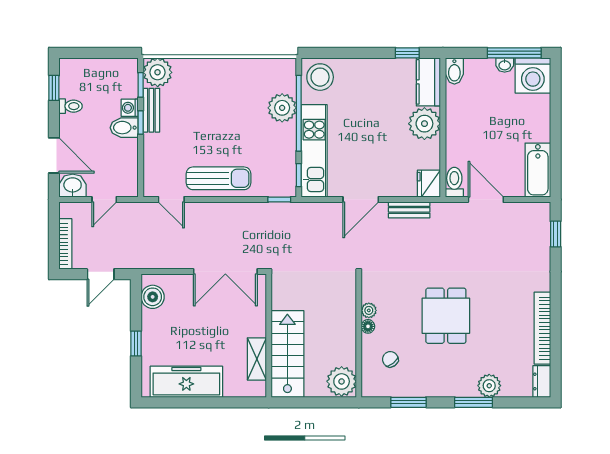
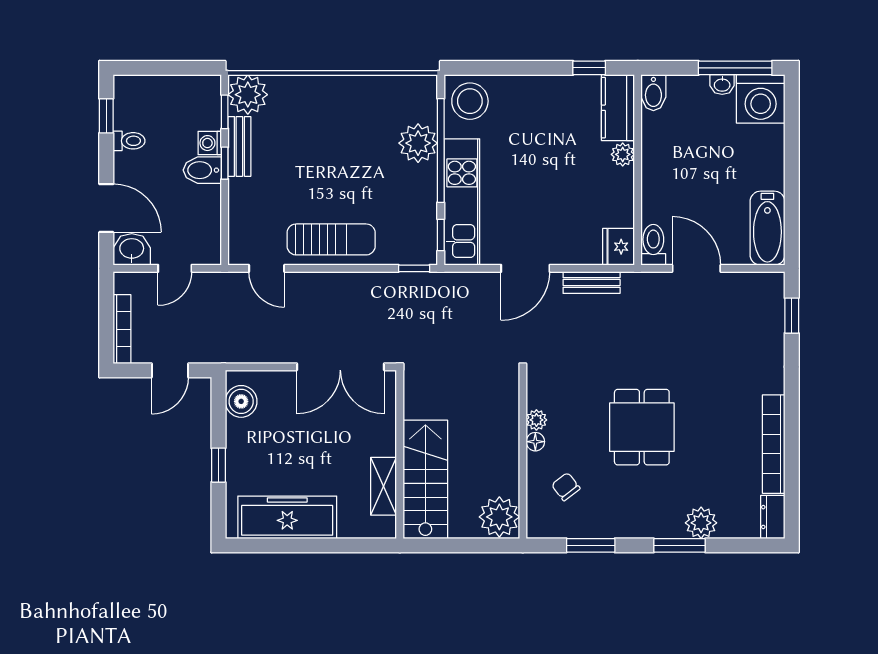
plant: (424, 124) -> (623, 154), width x0.53, depth x0.53

